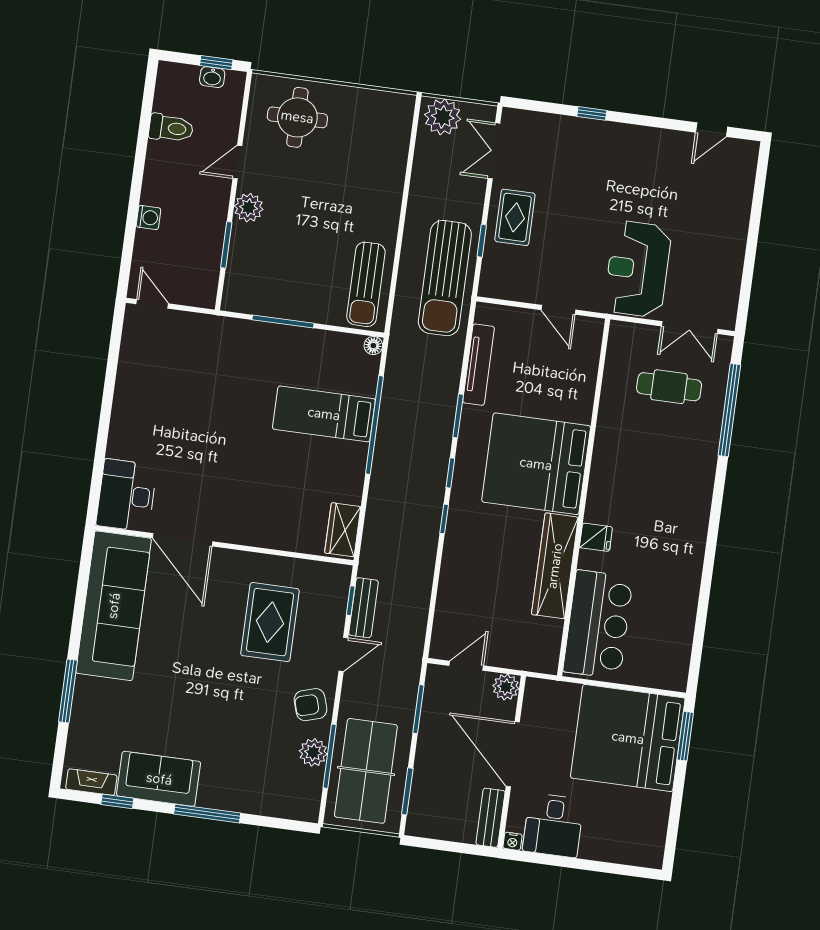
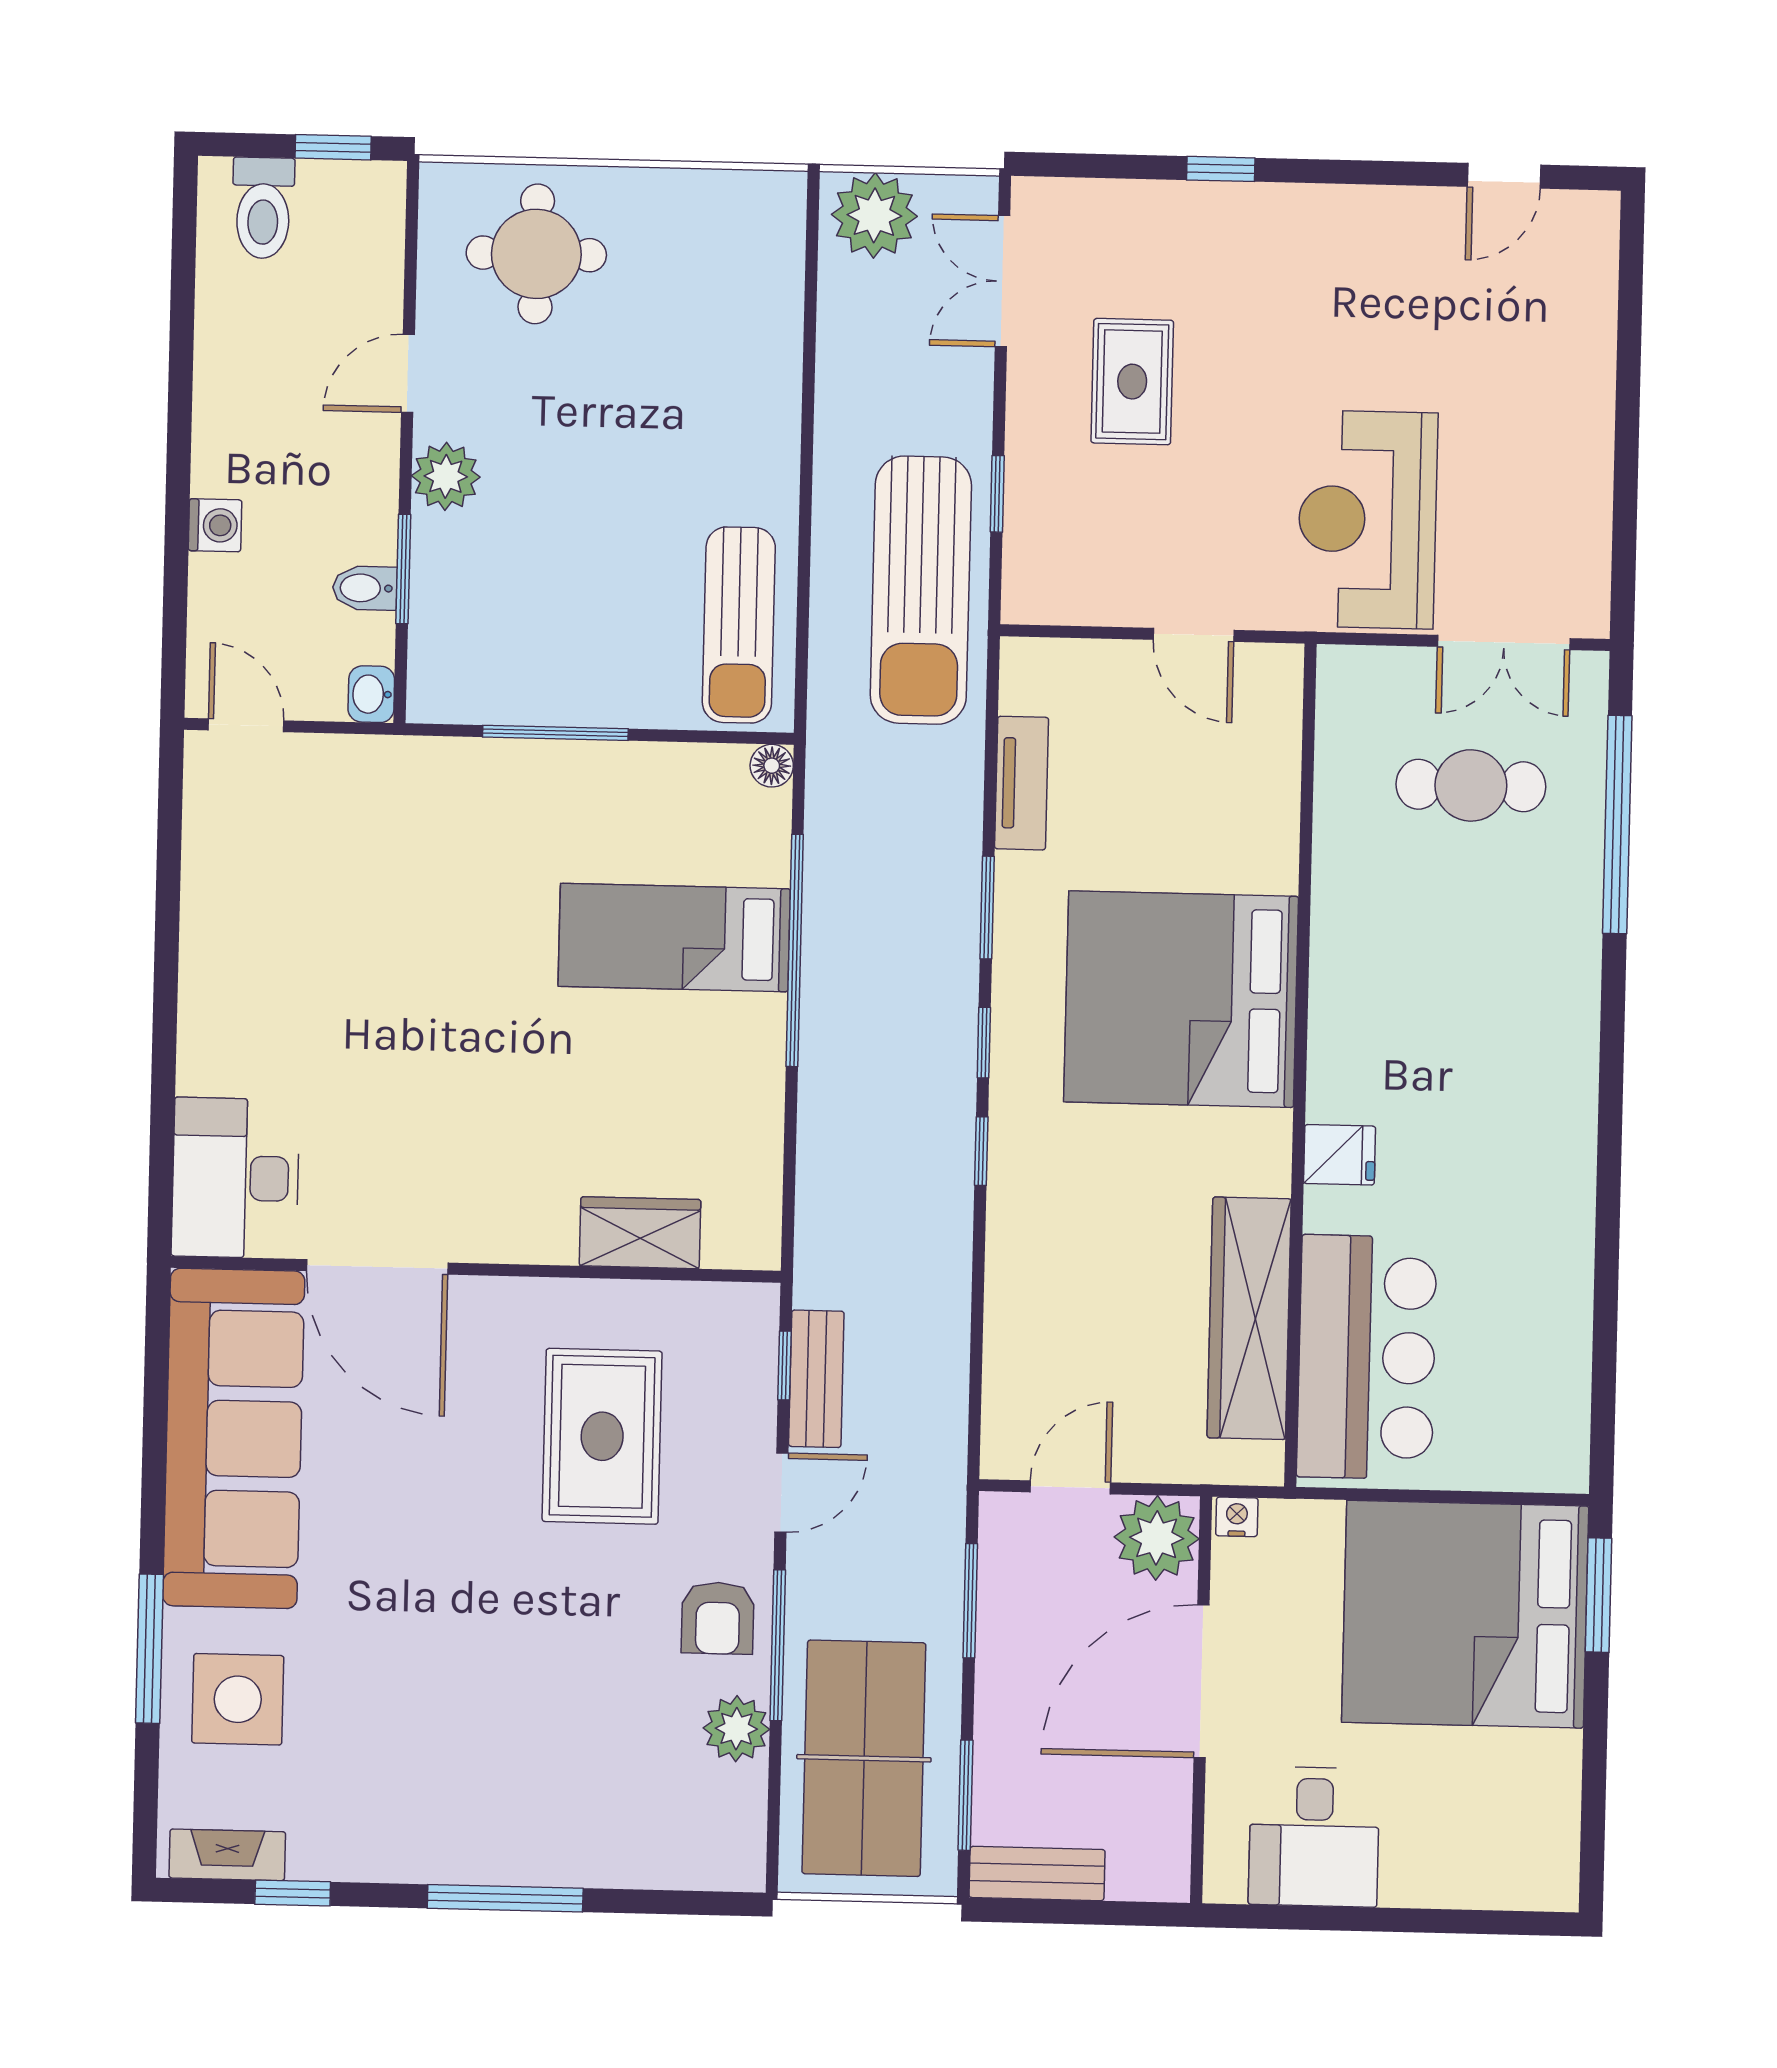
washbasin: (212, 77) -> (371, 694), moved, turned 90
toilet: (171, 128) -> (263, 208), moved, turned 90
rug: (515, 217) -> (1132, 382), moved
bidet: (209, 251) -> (365, 588), added
tv unit: (479, 365) -> (1022, 783), width x0.71
wardrobe: (343, 530) -> (640, 1233), moved, turned 90
wardrobe: (555, 566) -> (1249, 1318), moved
plant: (506, 687) -> (1157, 1538), width x1.36, depth x1.36
armchair: (310, 705) -> (718, 1618), turned -73
side table: (103, 717) -> (238, 1699), added
door: (513, 754) -> (1202, 1681), hinge flipped
window: (330, 756) -> (778, 1645), moved
sofa: (159, 779) -> (383, 1830), removed
bench: (491, 818) -> (1037, 1874), moved, turned 90
nightstand: (512, 841) -> (1237, 1517), moved, turned 180

